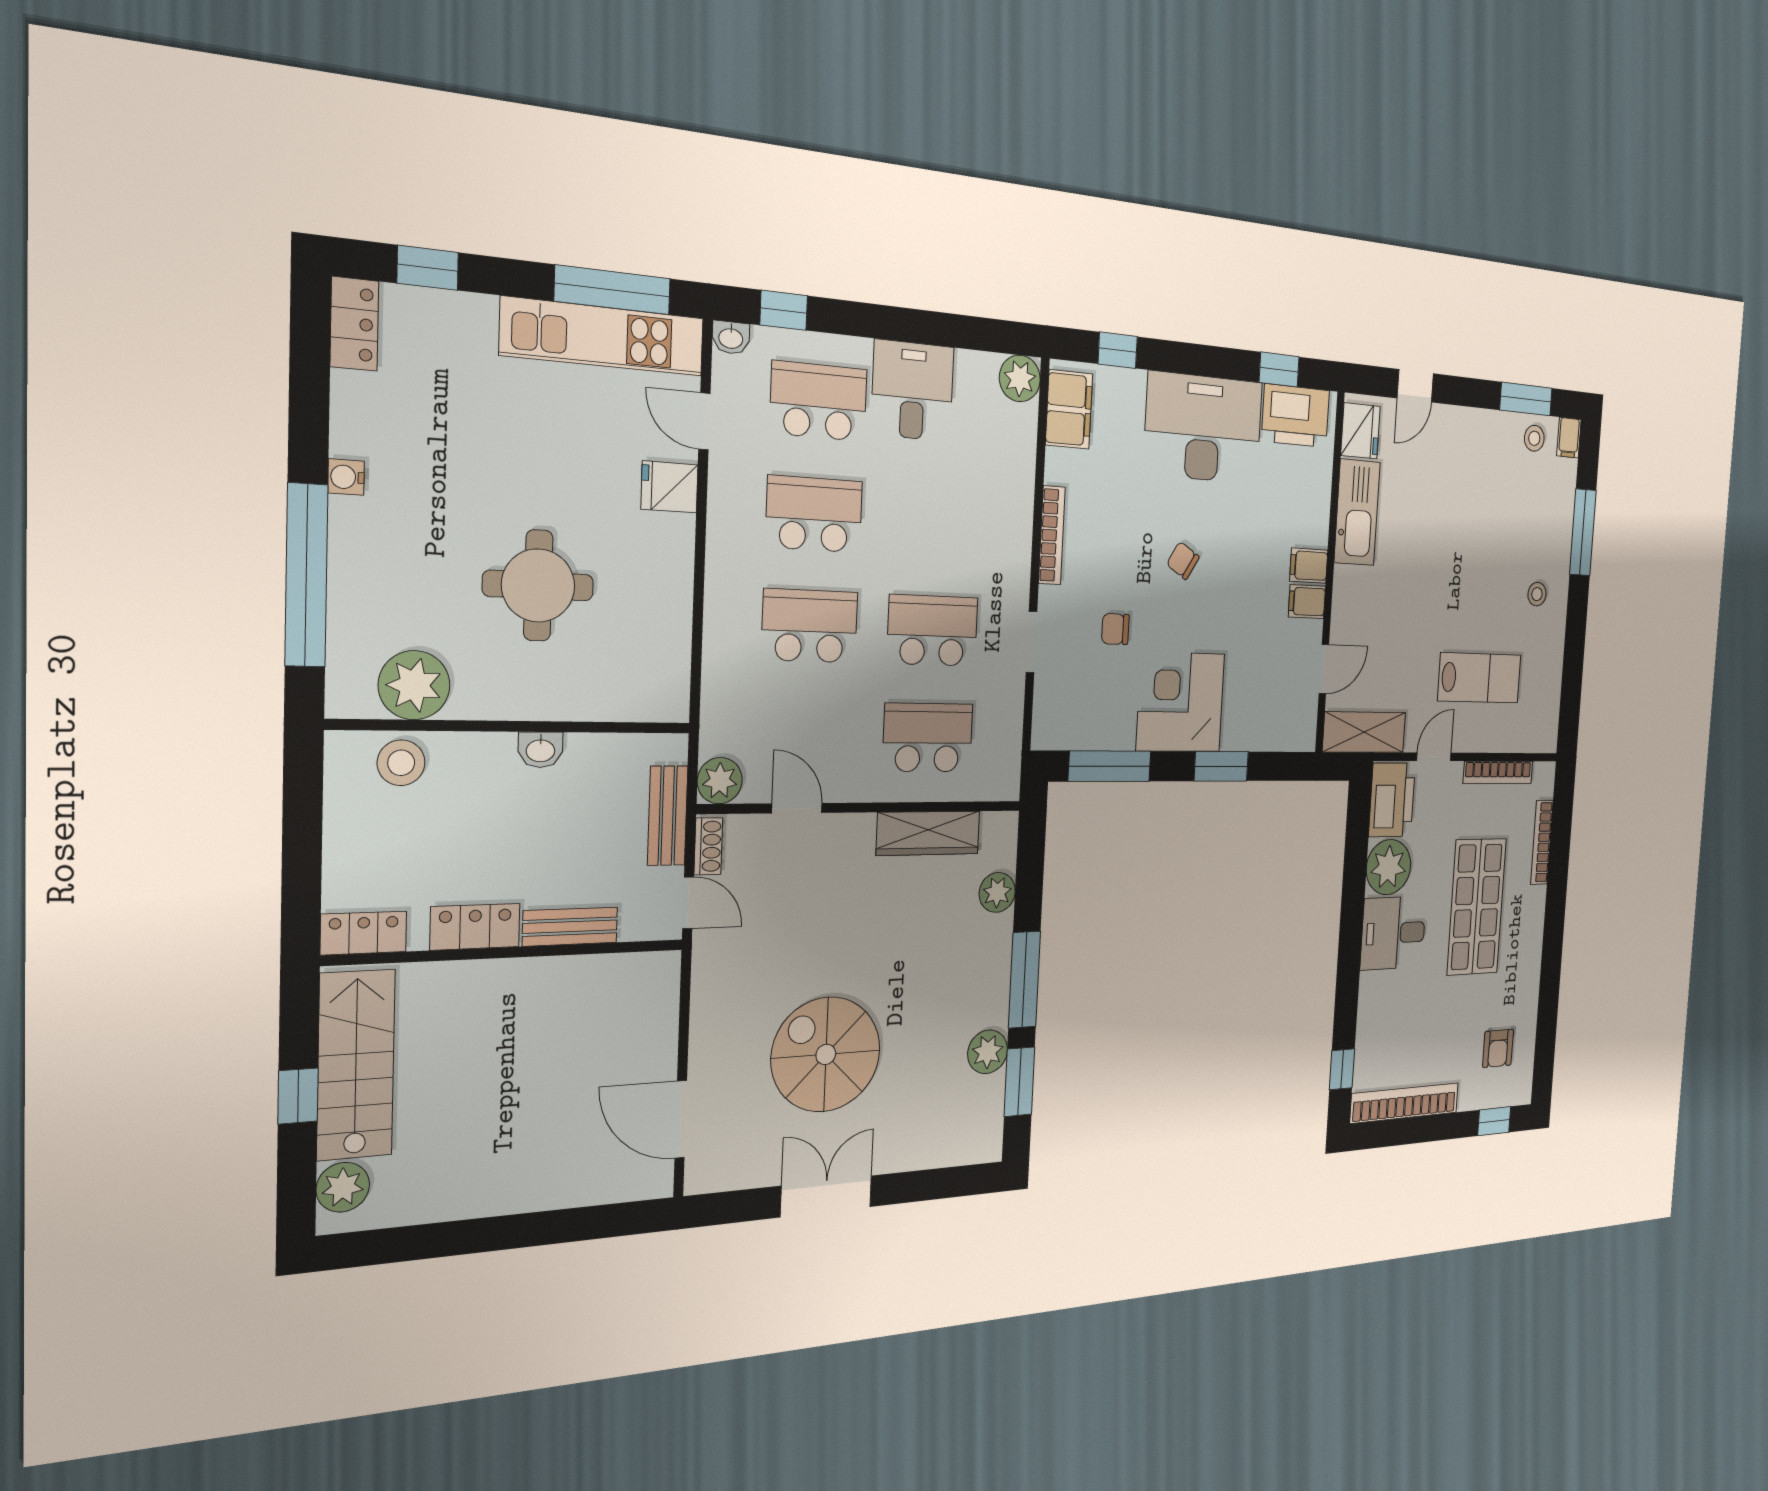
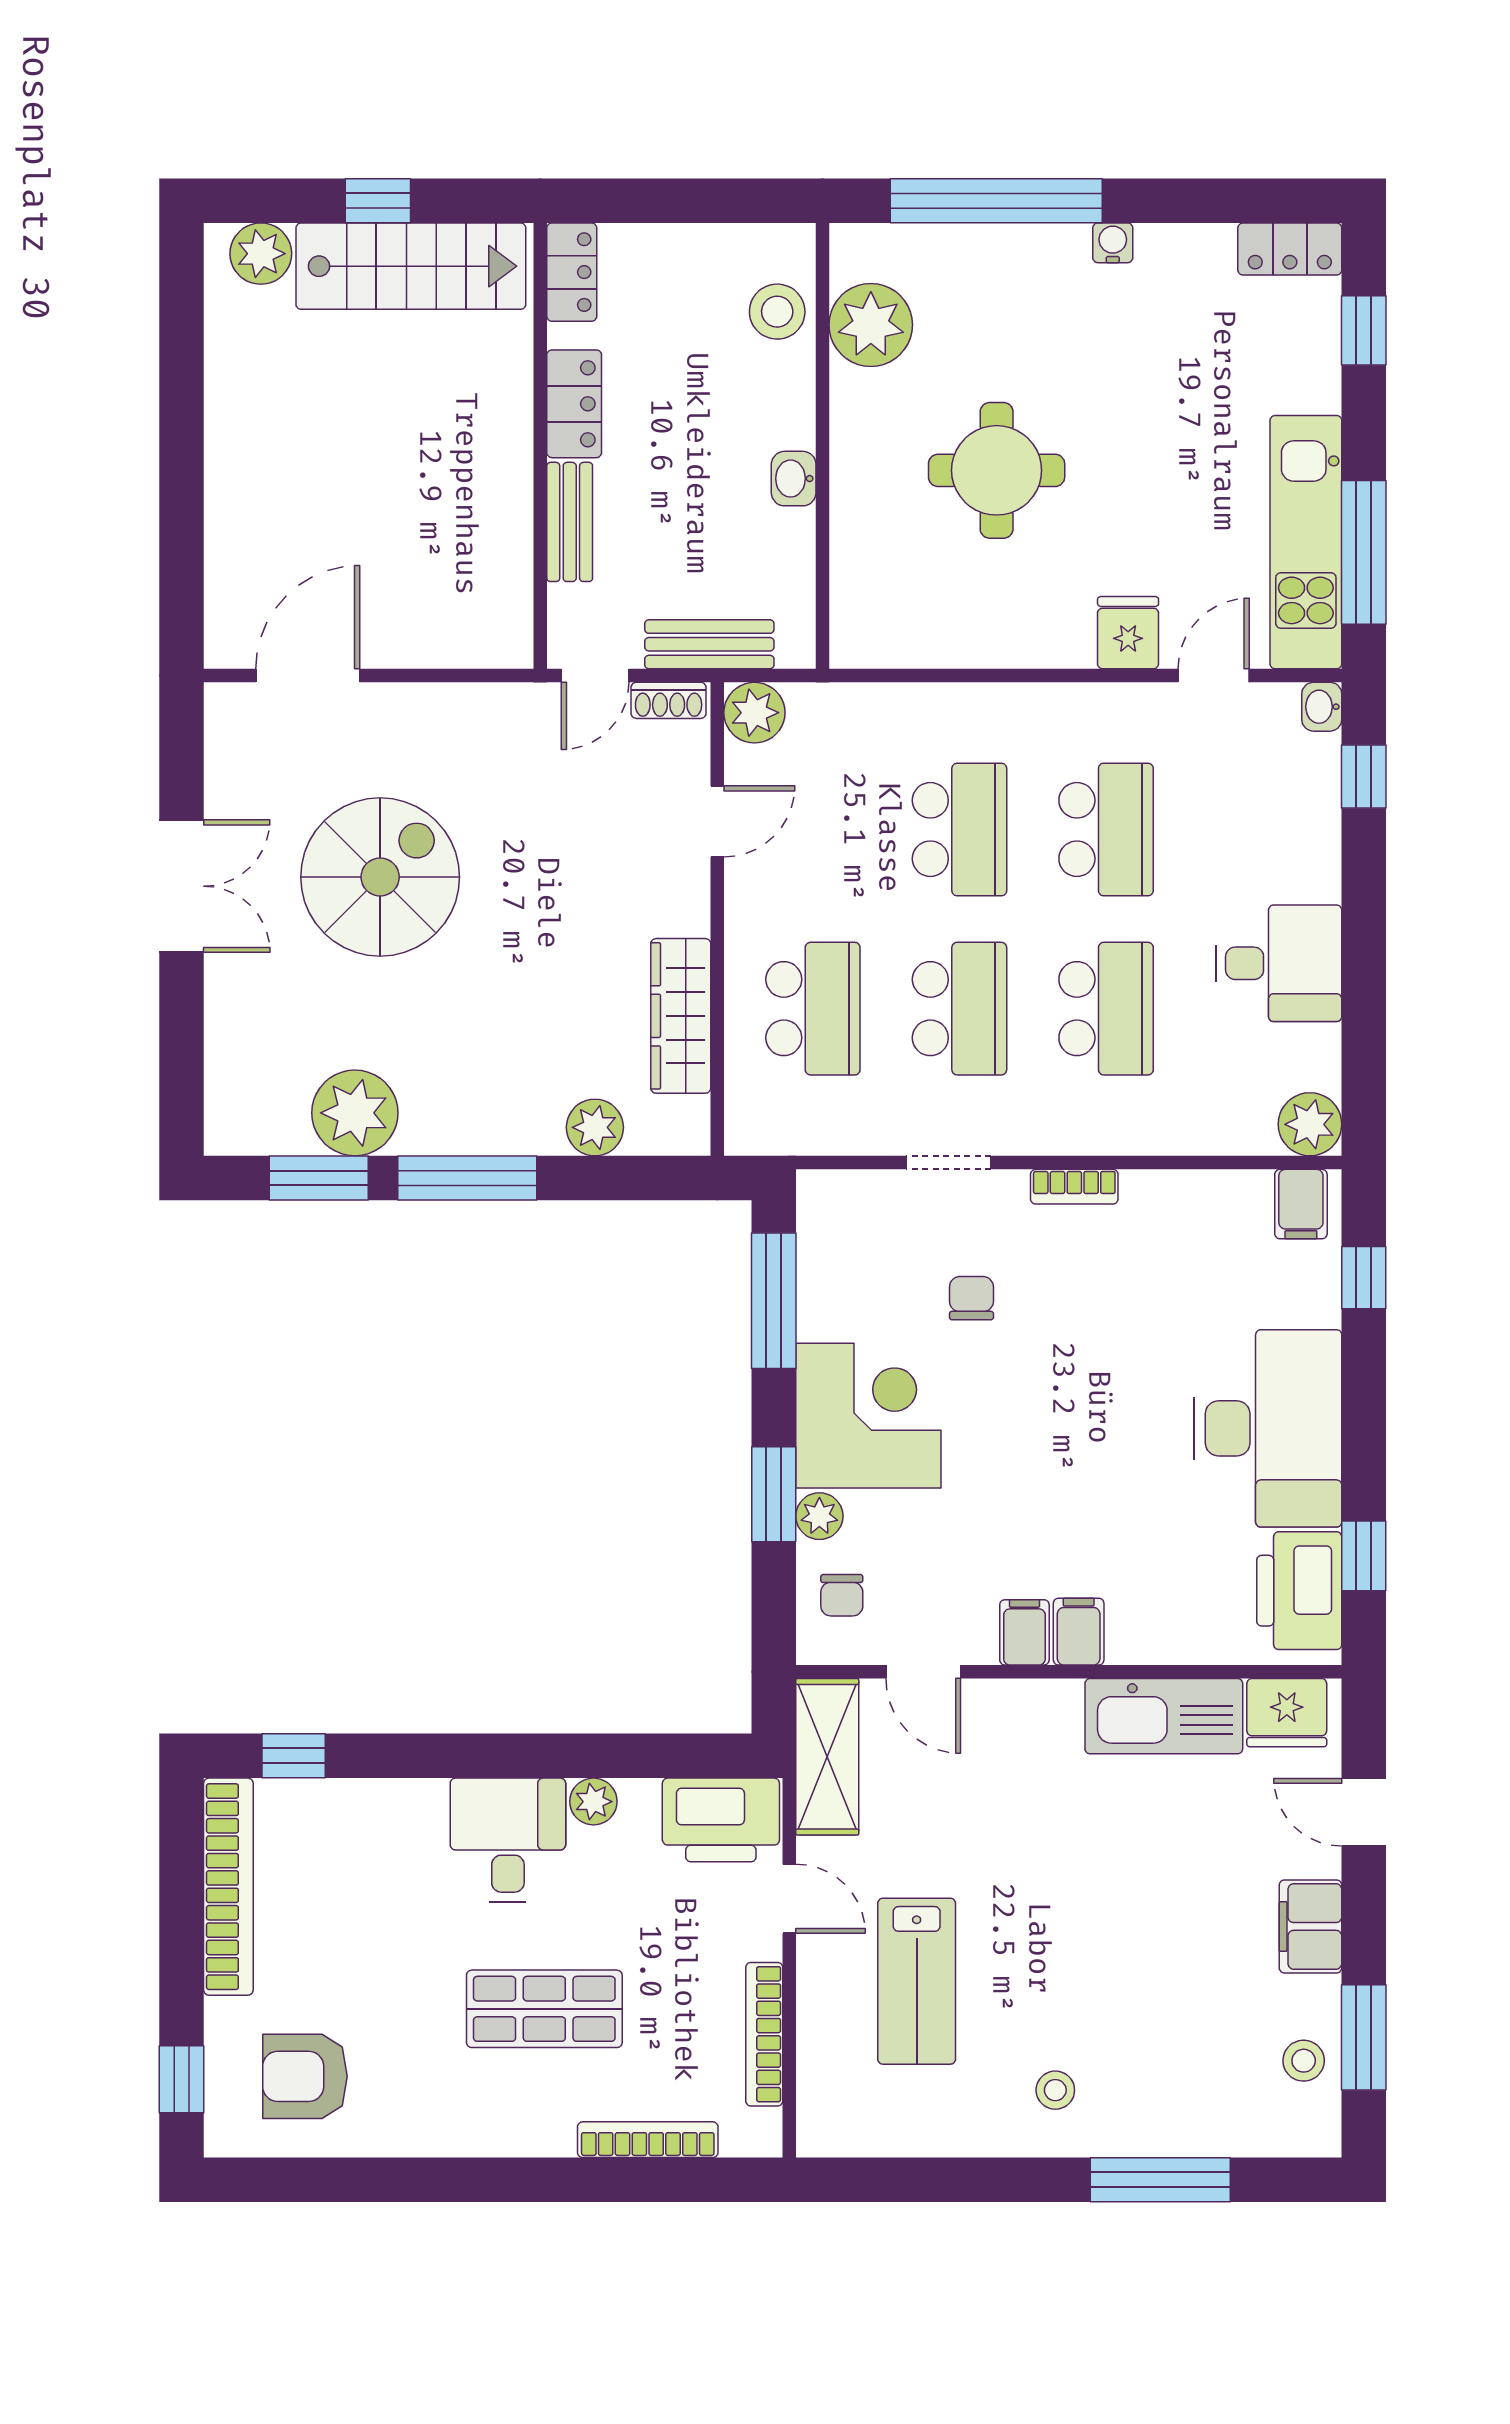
school desk: (819, 401) -> (1106, 1009), moved
filing cabinet: (1069, 409) -> (1301, 1204), width x0.50
filing cabinet: (1569, 438) -> (1311, 1926), moved, width x2.00
bookcase: (1052, 535) -> (1074, 1187), width x0.64
chair: (1183, 561) -> (842, 1595), moved, turned 149
plant: (1235, 736) -> (819, 1516), added
plant: (1389, 867) -> (593, 1802), width x0.53, depth x0.53
shop shelf: (1477, 907) -> (544, 2009), width x0.70, depth x0.74
armchair: (1498, 1048) -> (305, 2076), width x1.38, depth x1.38
plant: (988, 1052) -> (355, 1113), width x1.36, depth x1.36

